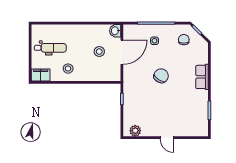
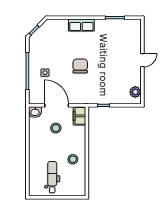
chair: (184, 40) -> (44, 43), removed
filing cabinet: (41, 75) -> (80, 116), moved
chair: (161, 76) -> (80, 66), turned 57

